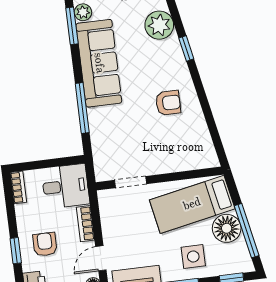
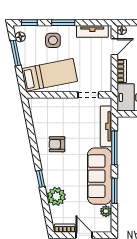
window: (72, 26) -> (114, 191), moved
tv unit: (99, 139) -> (106, 126), added
floor lamp: (227, 228) -> (20, 37), moved, width x0.53, depth x0.53
window: (247, 231) -> (16, 53), width x0.69

